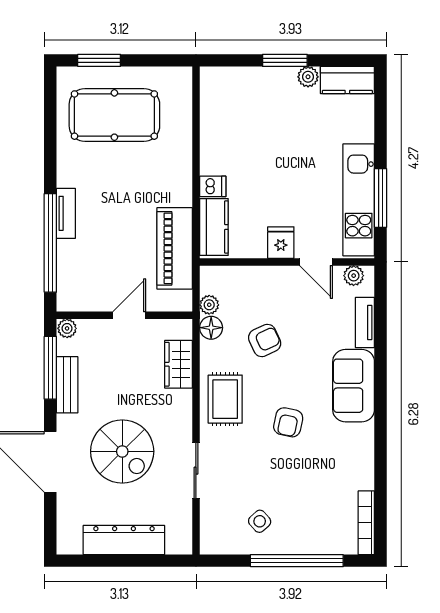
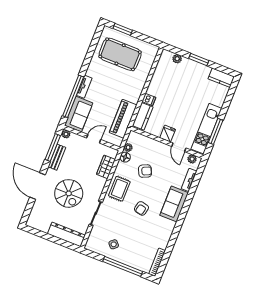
plant: (308, 77) -> (177, 59), moved
sofa: (77, 276) -> (79, 114), added
dresser: (124, 540) -> (66, 234), moved

